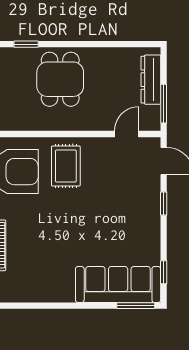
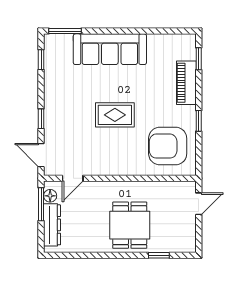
floor lamp: (153, 114) -> (50, 196), added
rug: (66, 166) -> (115, 115), moved, turned 90
sofa: (118, 284) -> (110, 49), moved

